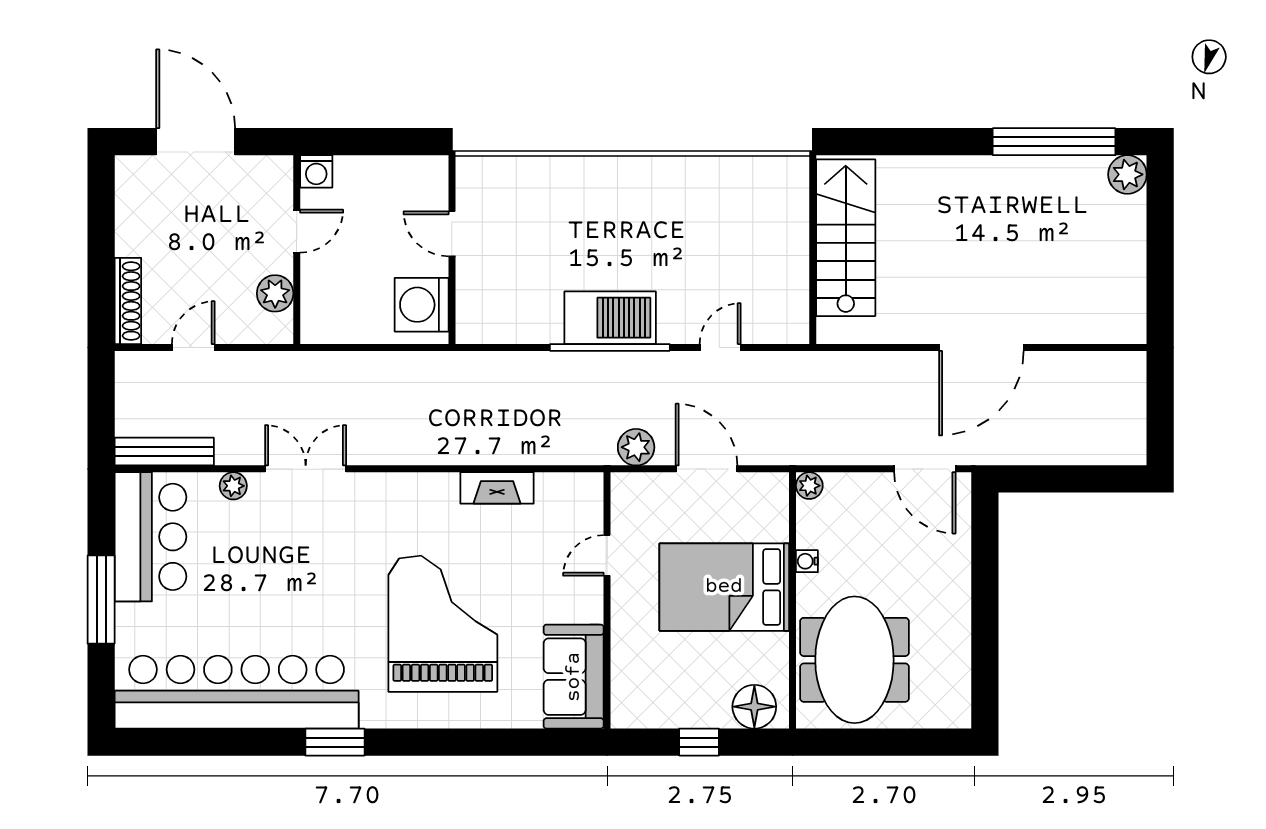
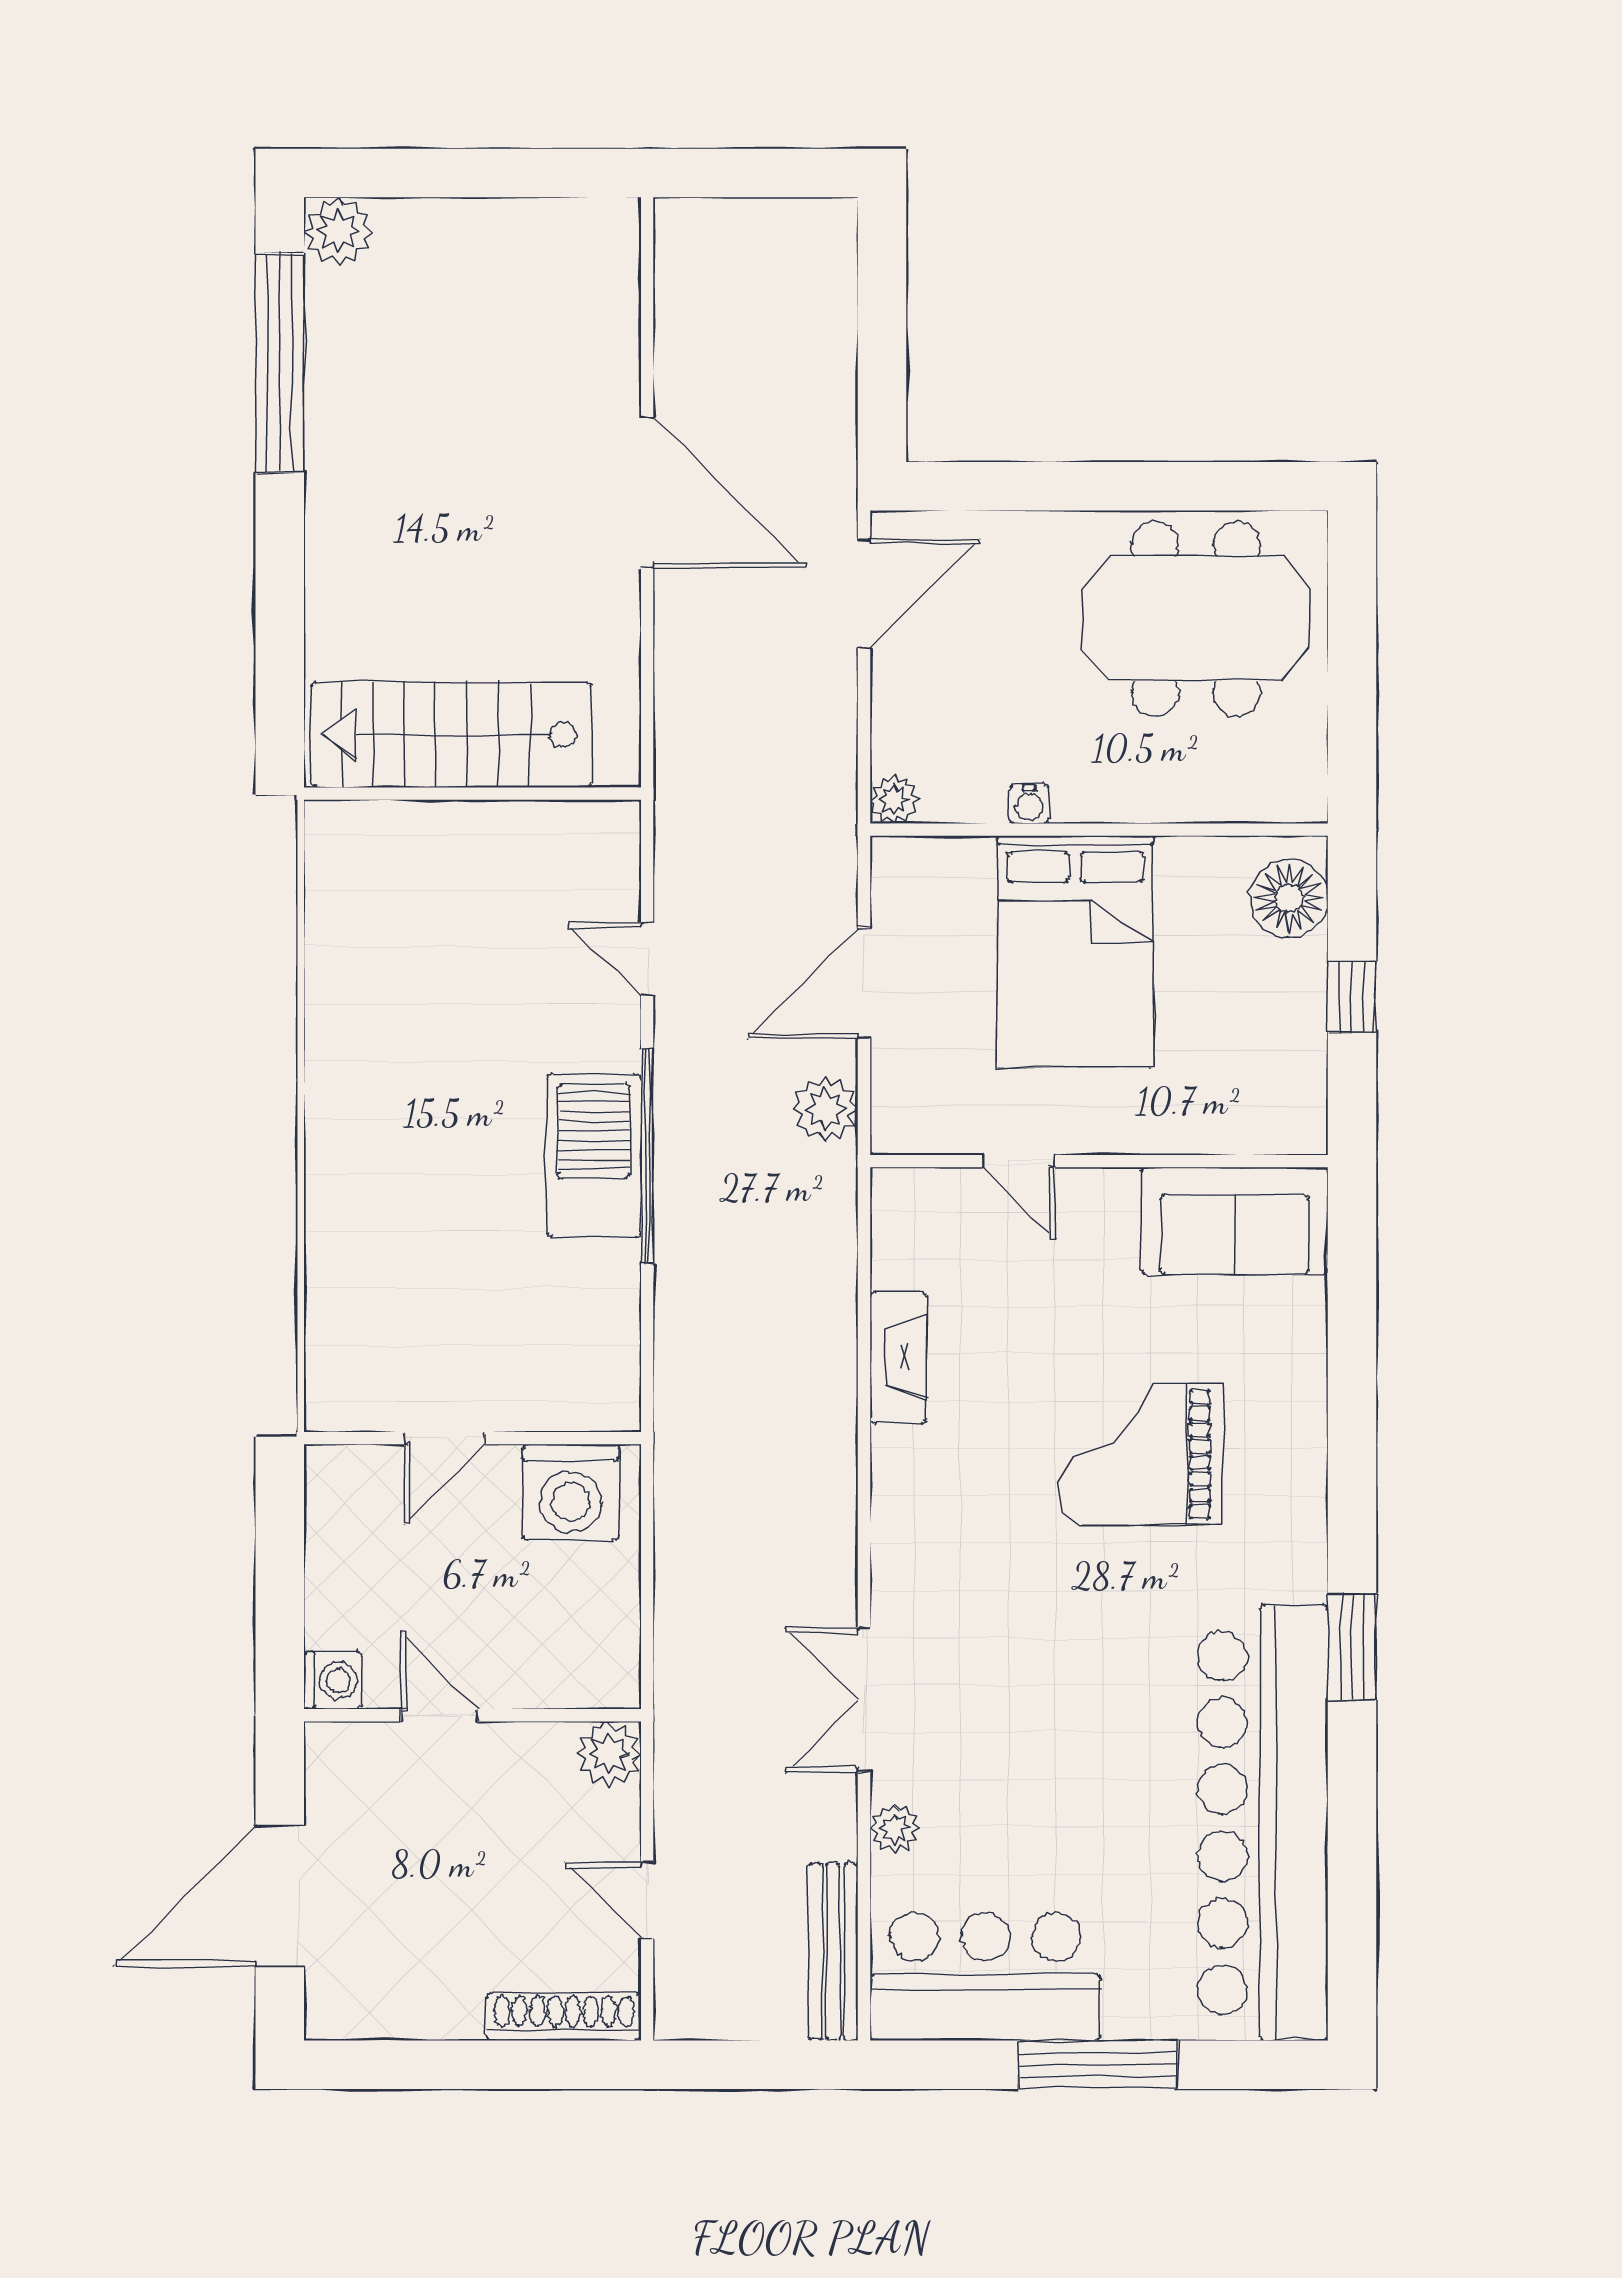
plant: (275, 293) -> (608, 1754), moved
grand piano: (443, 624) -> (1141, 1454), width x0.73, depth x0.68
meeting table: (854, 660) -> (1196, 619), moved

